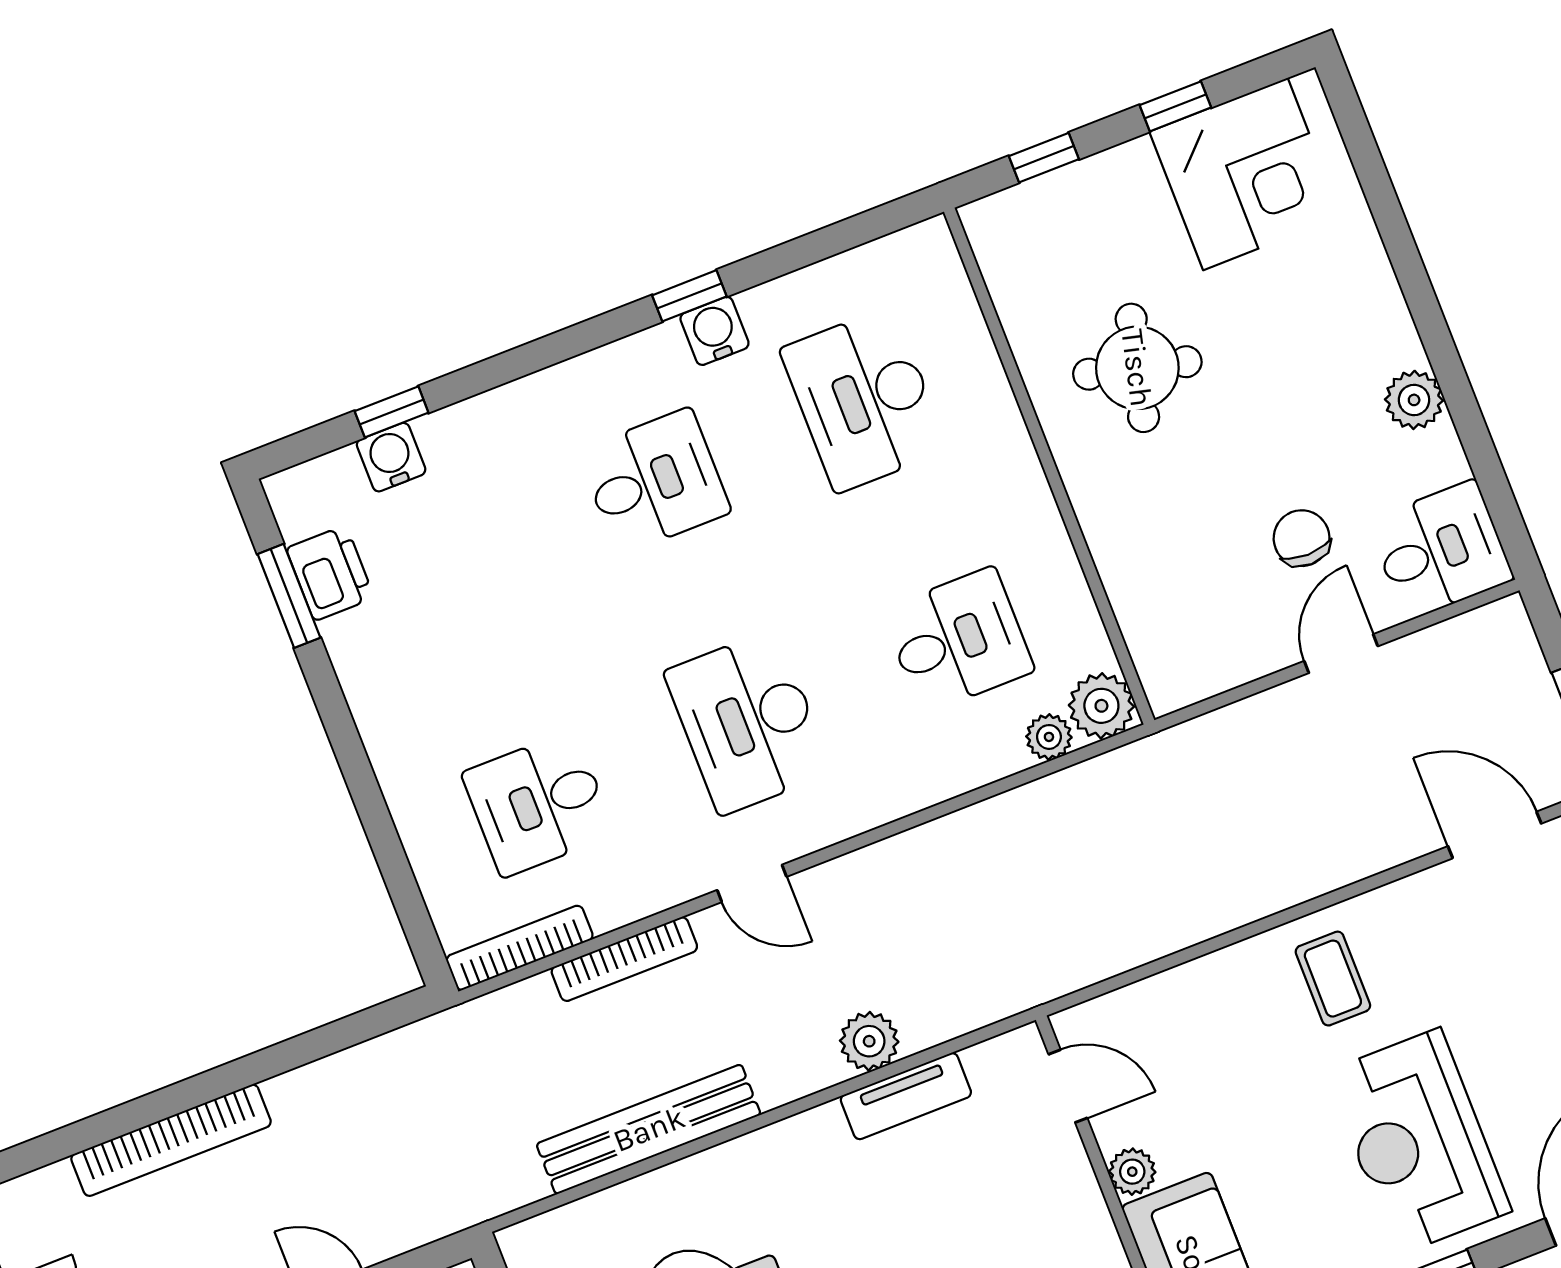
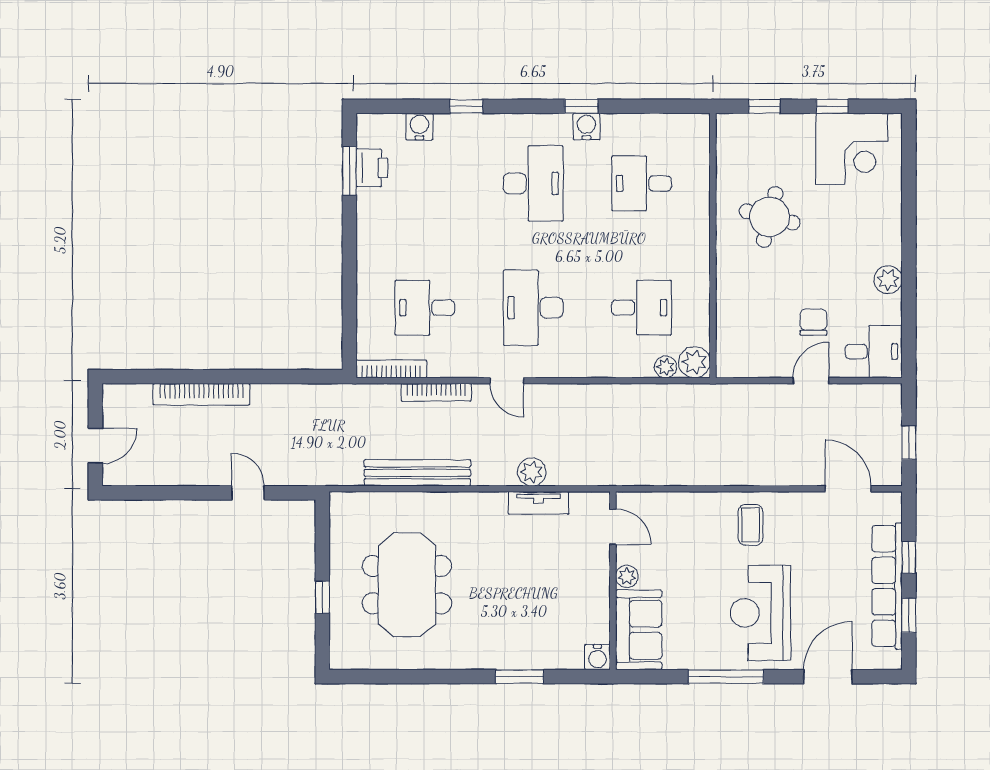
desk: (864, 400) -> (642, 183), width x0.73
window: (392, 412) -> (466, 106), moved
desk: (654, 481) -> (533, 183), width x1.37

